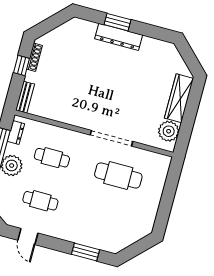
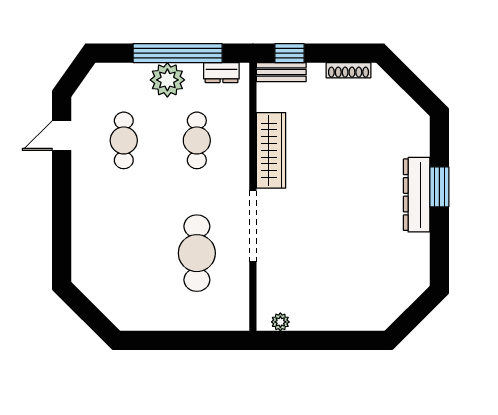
window: (21, 66) -> (290, 53), moved
wardrobe: (179, 98) -> (271, 150), moved, turned 90
plant: (169, 131) -> (280, 322), width x0.53, depth x0.53
window: (86, 252) -> (62, 234), removed

